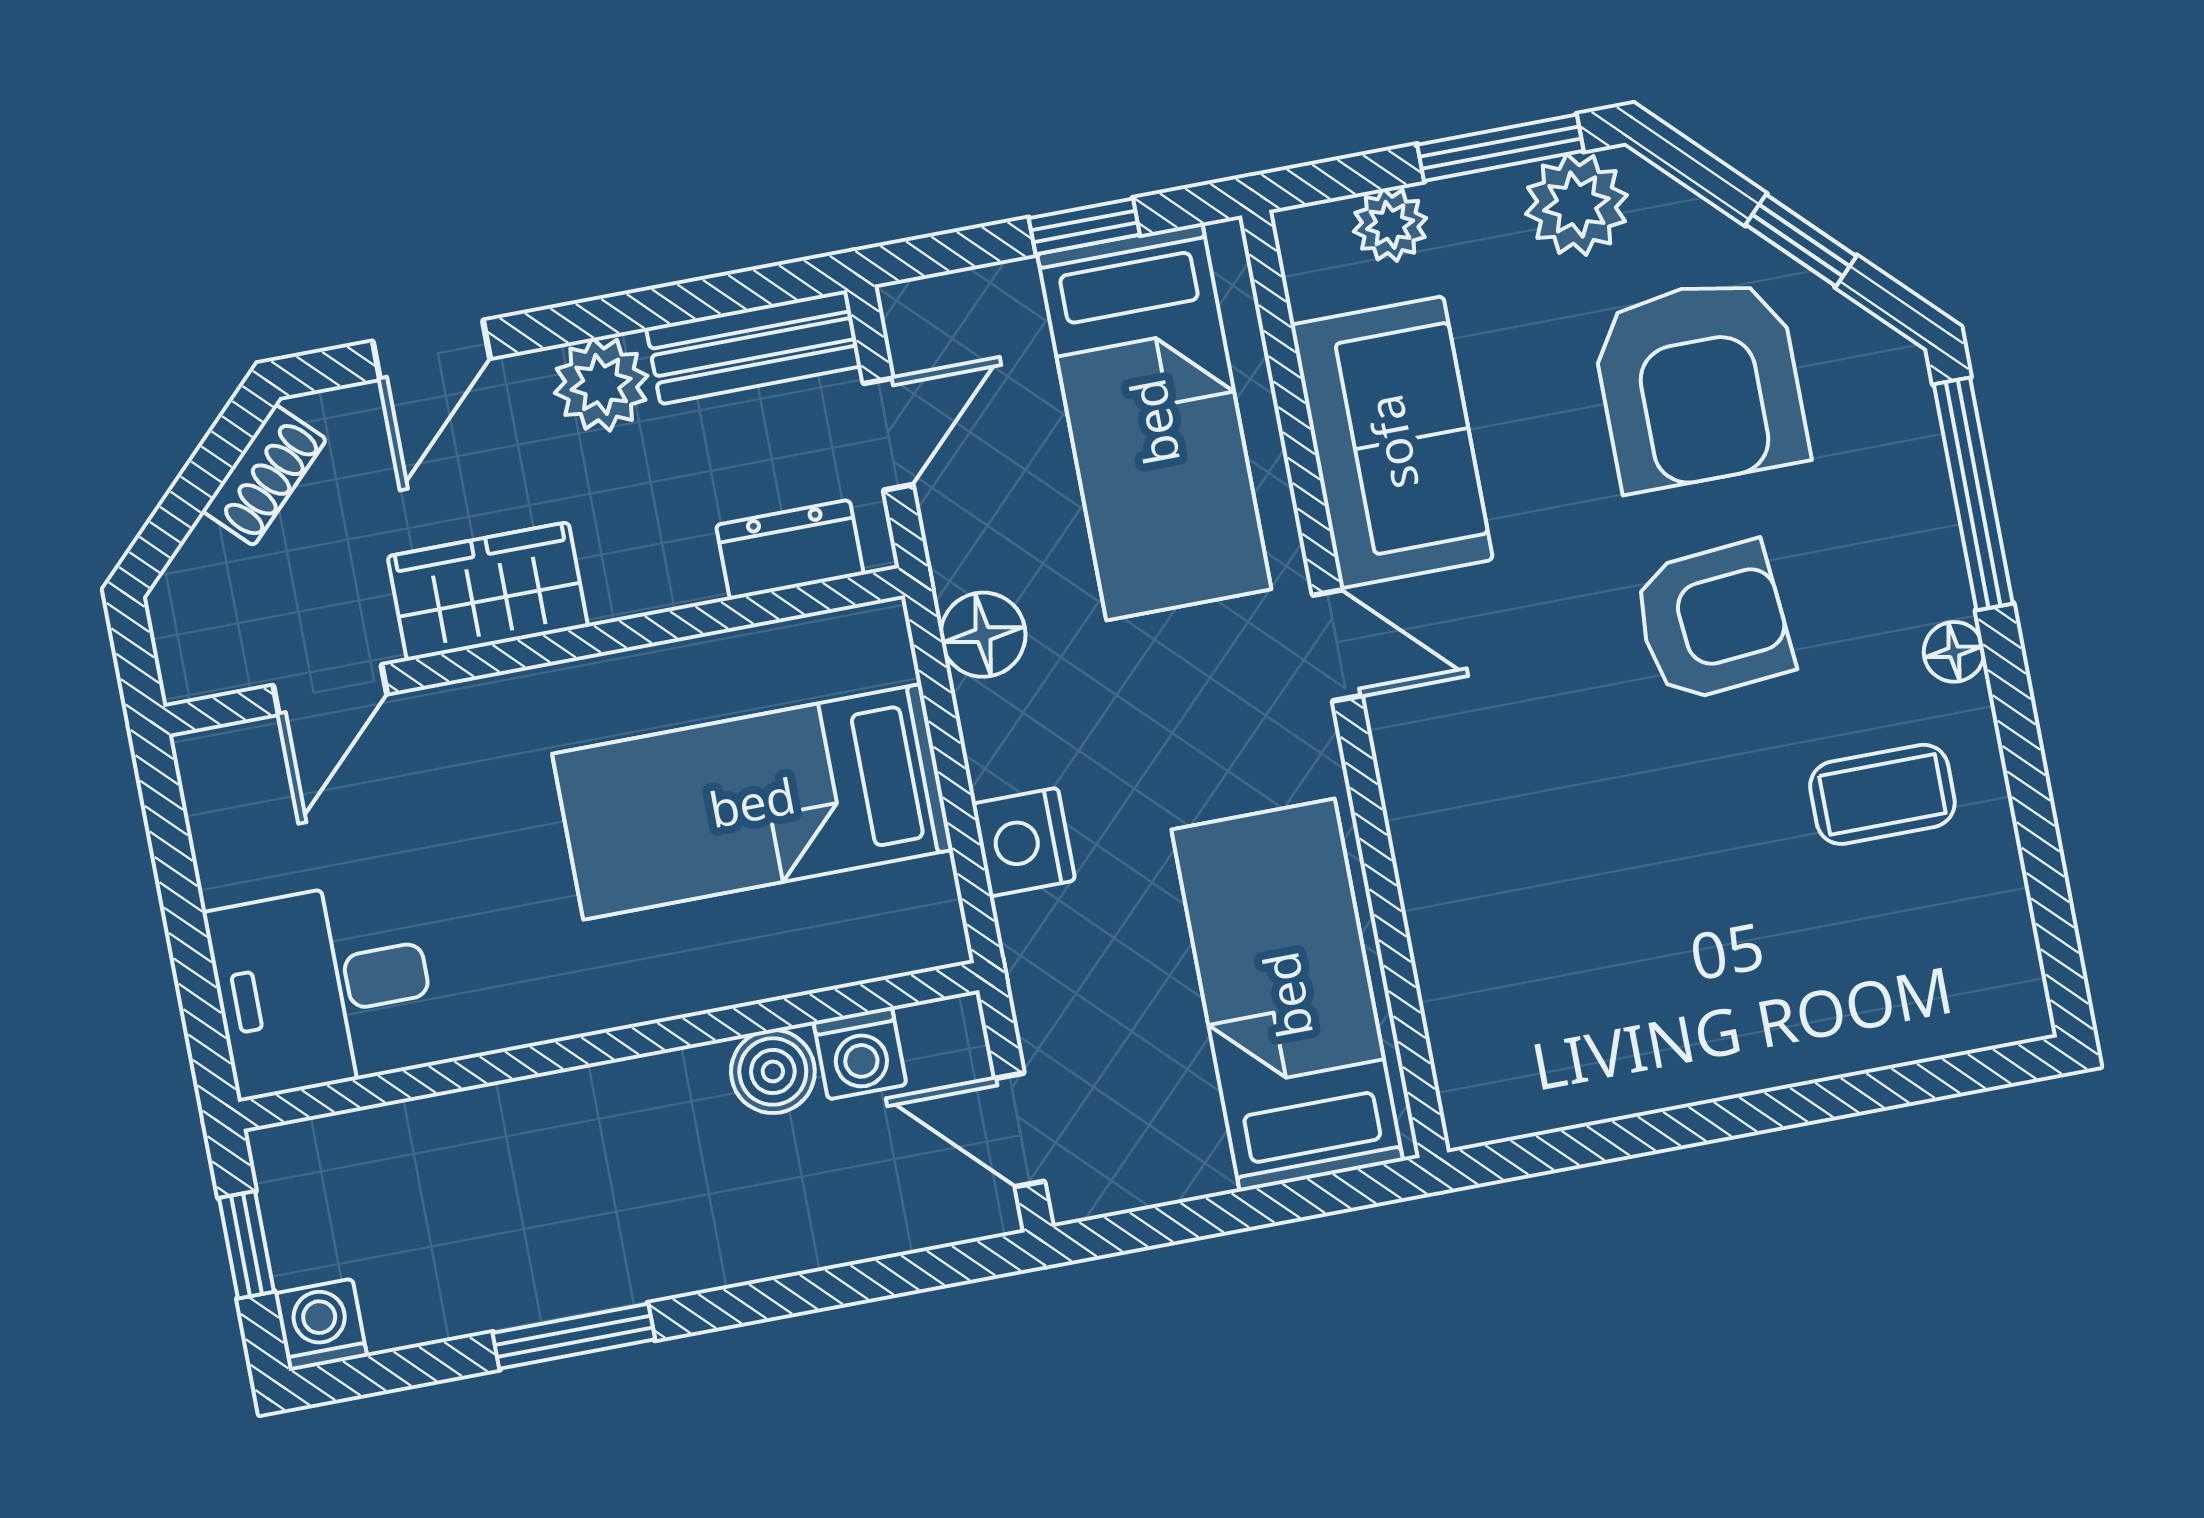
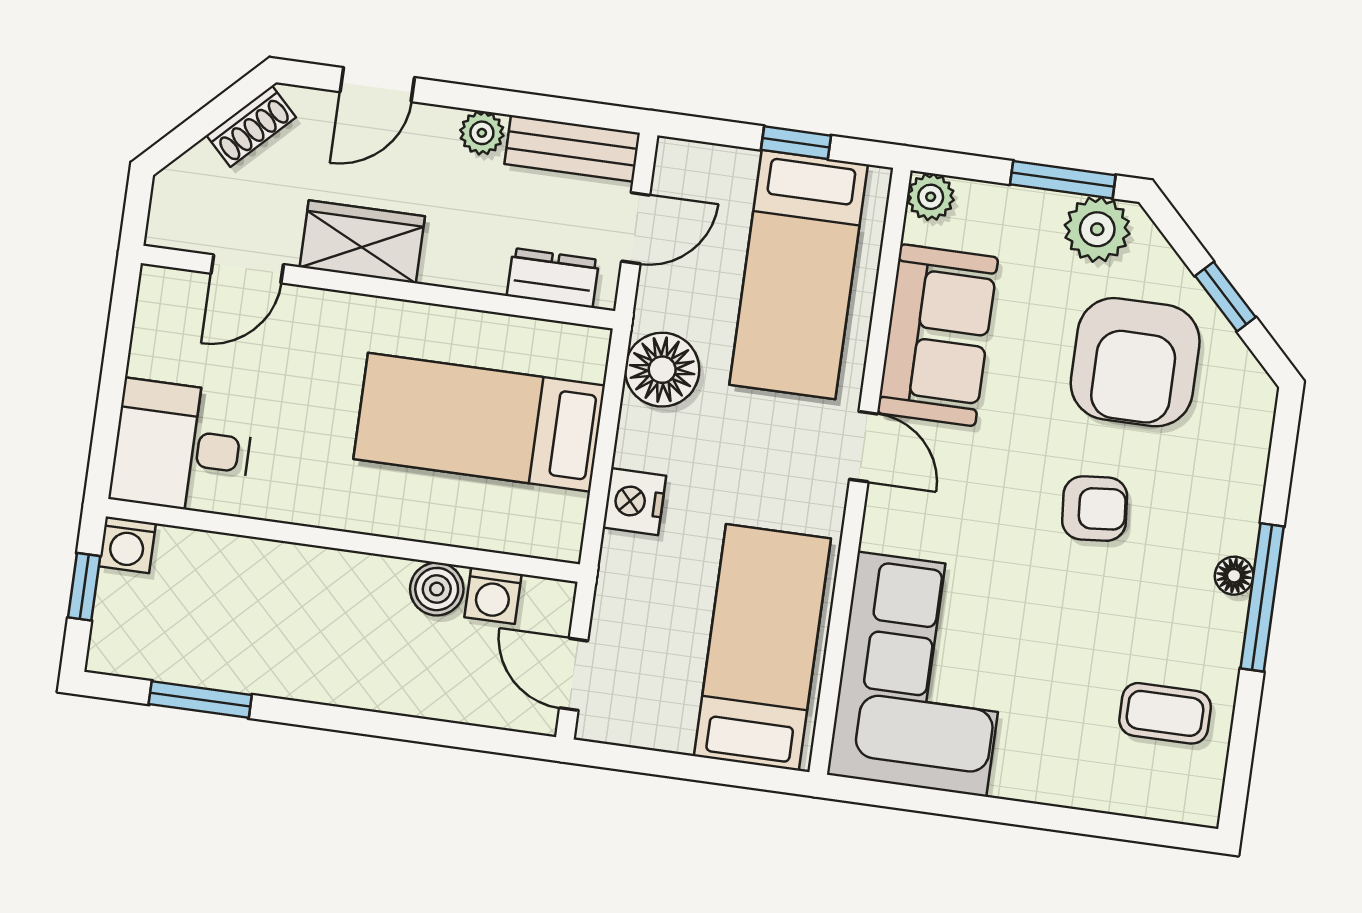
plant: (1390, 225) -> (931, 197), moved
plant: (601, 384) -> (482, 133), width x0.73, depth x0.73
window: (1973, 494) -> (1262, 597), moved
armchair: (1713, 622) -> (1095, 509), width x0.72, depth x0.72
floor lamp: (983, 635) -> (662, 370), width x1.38, depth x1.38
coffee table: (1882, 794) -> (1165, 713), moved
corner sofa: (1538, 955) -> (922, 674), added
washing machine: (321, 1325) -> (127, 545), moved, turned 180
window: (574, 1336) -> (200, 700), moved

